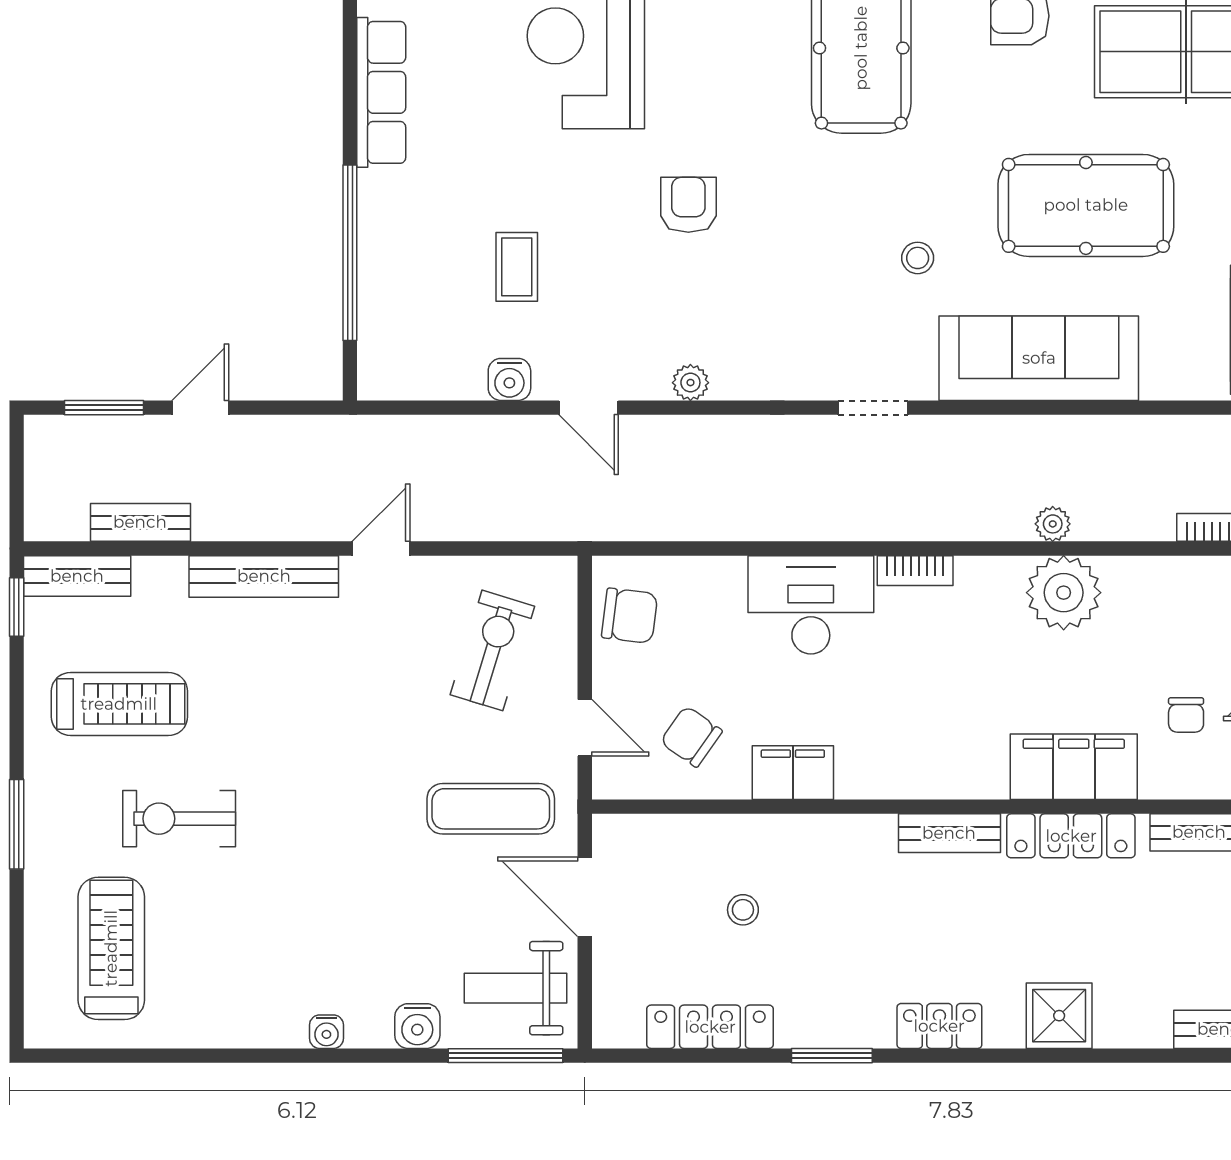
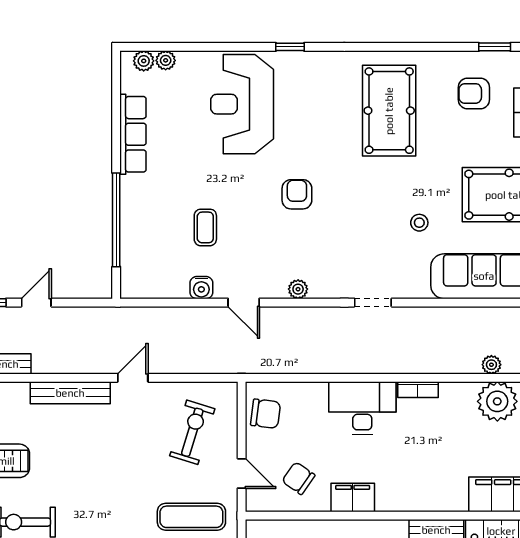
doorway: (873, 408) -> (373, 303), moved

